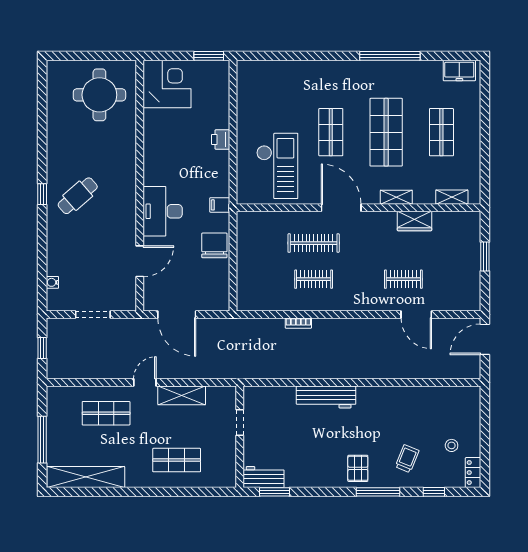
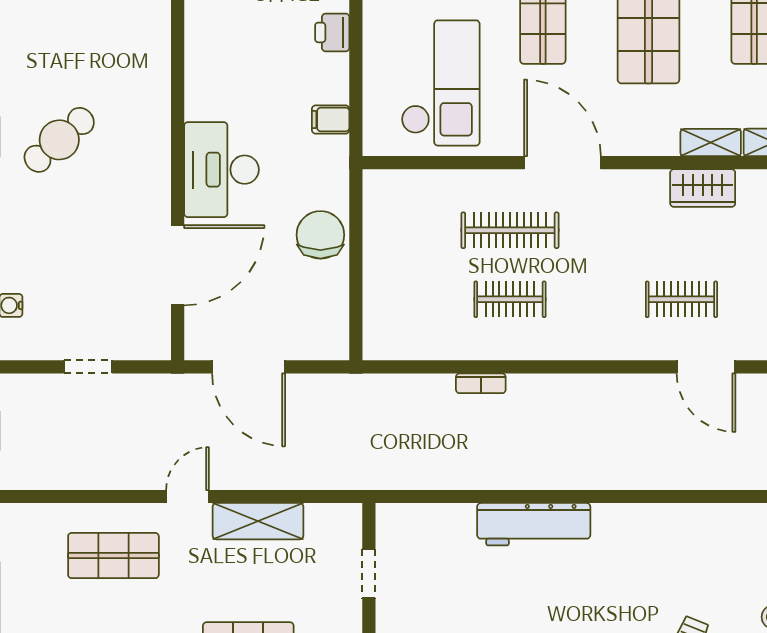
shelving: (396, 197) -> (711, 143), moved
filing cabinet: (220, 205) -> (331, 120), moved
door: (140, 261) -> (178, 265), width x1.36
doorway: (93, 315) -> (88, 367), width x0.73

